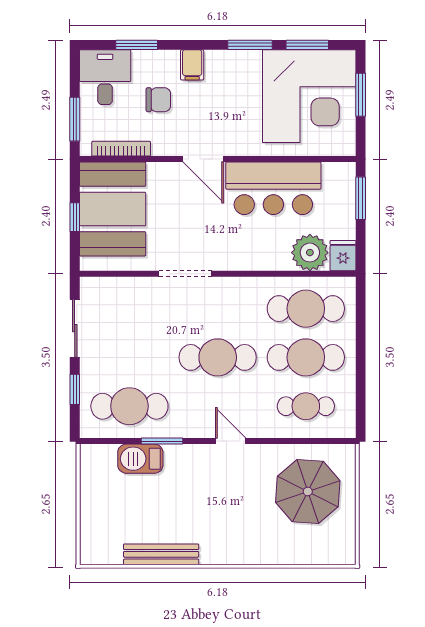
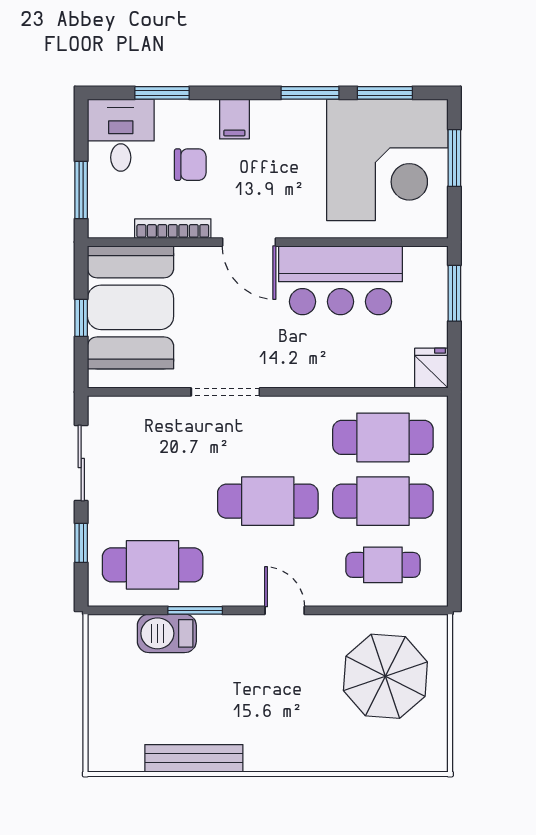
bookcase: (121, 149) -> (173, 229), moved
plant: (310, 253) -> (388, 364), removed

